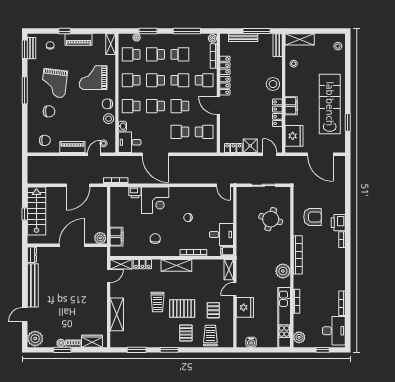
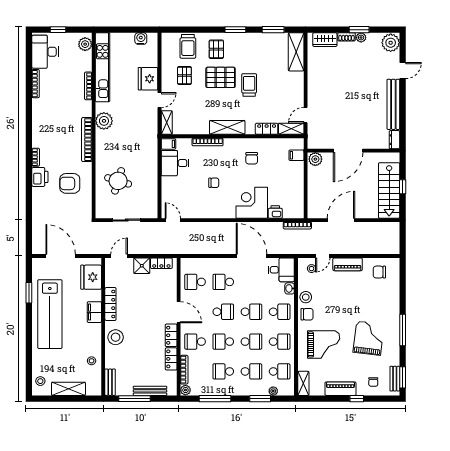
shelving: (300, 39) -> (68, 389), moved
chair: (49, 111) -> (375, 306), removed
school desk: (180, 132) -> (223, 282), turned 180
door: (270, 154) -> (119, 256), swing flipped
filing cabinet: (117, 237) -> (296, 155), width x0.50
shelving: (117, 314) -> (296, 52), moved

